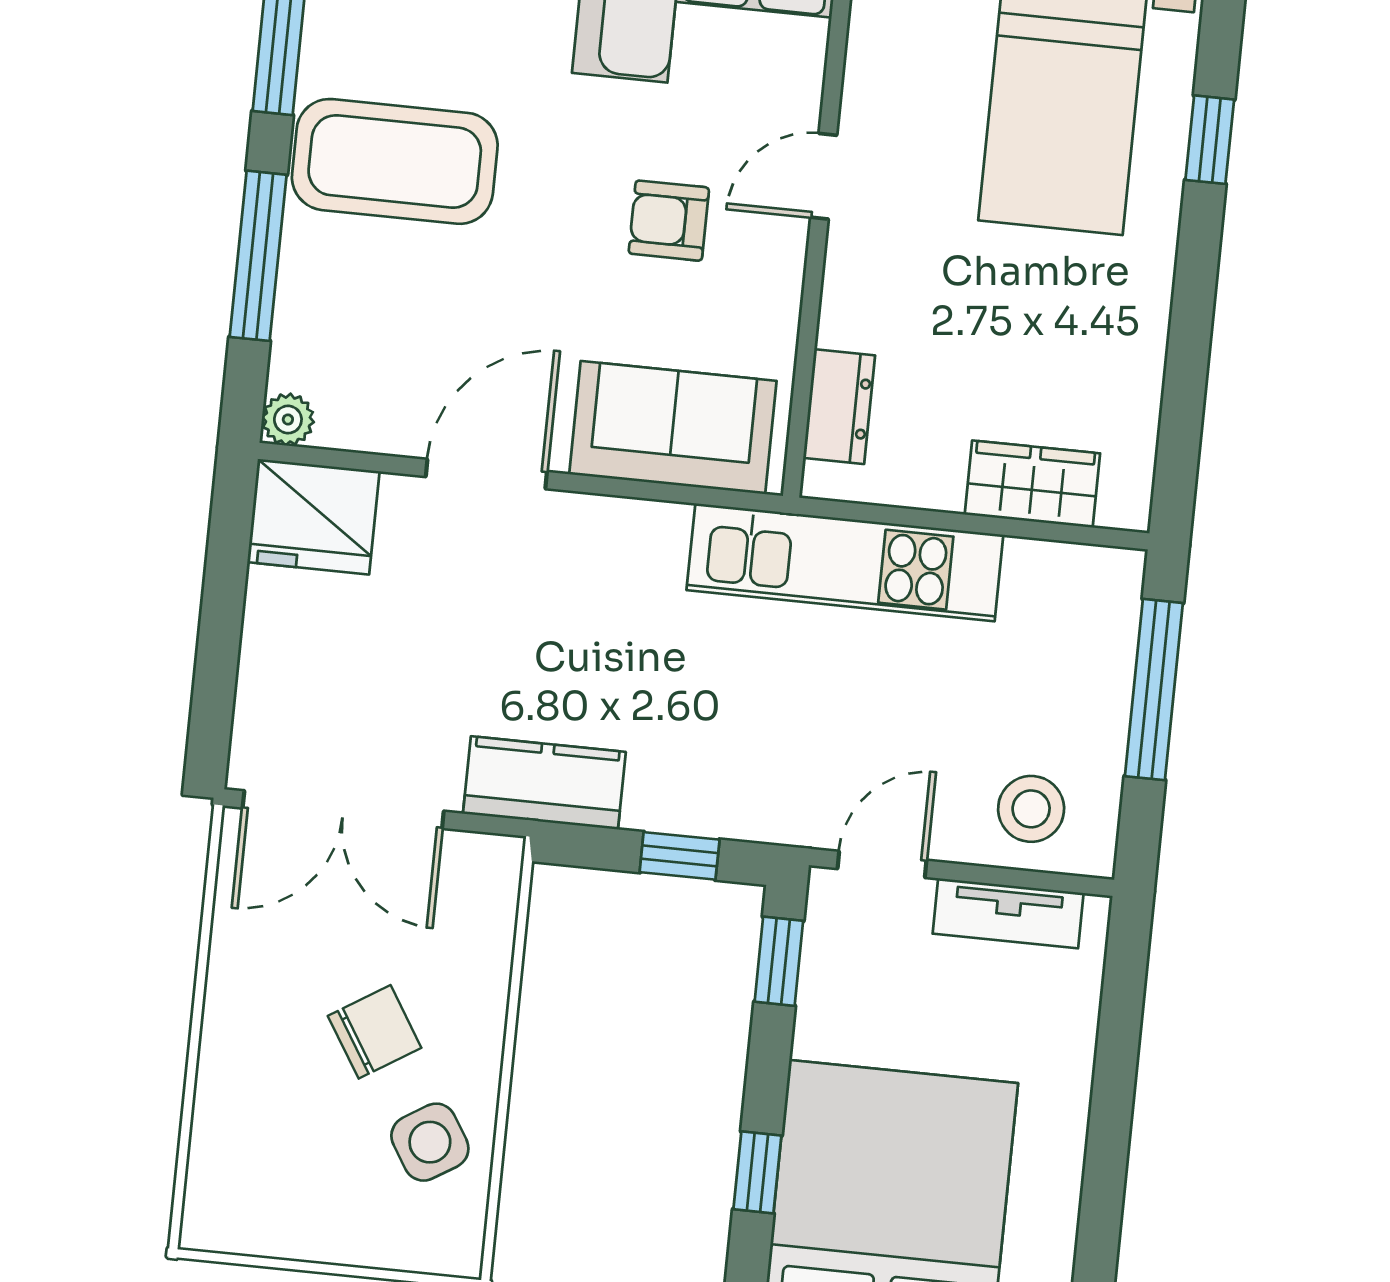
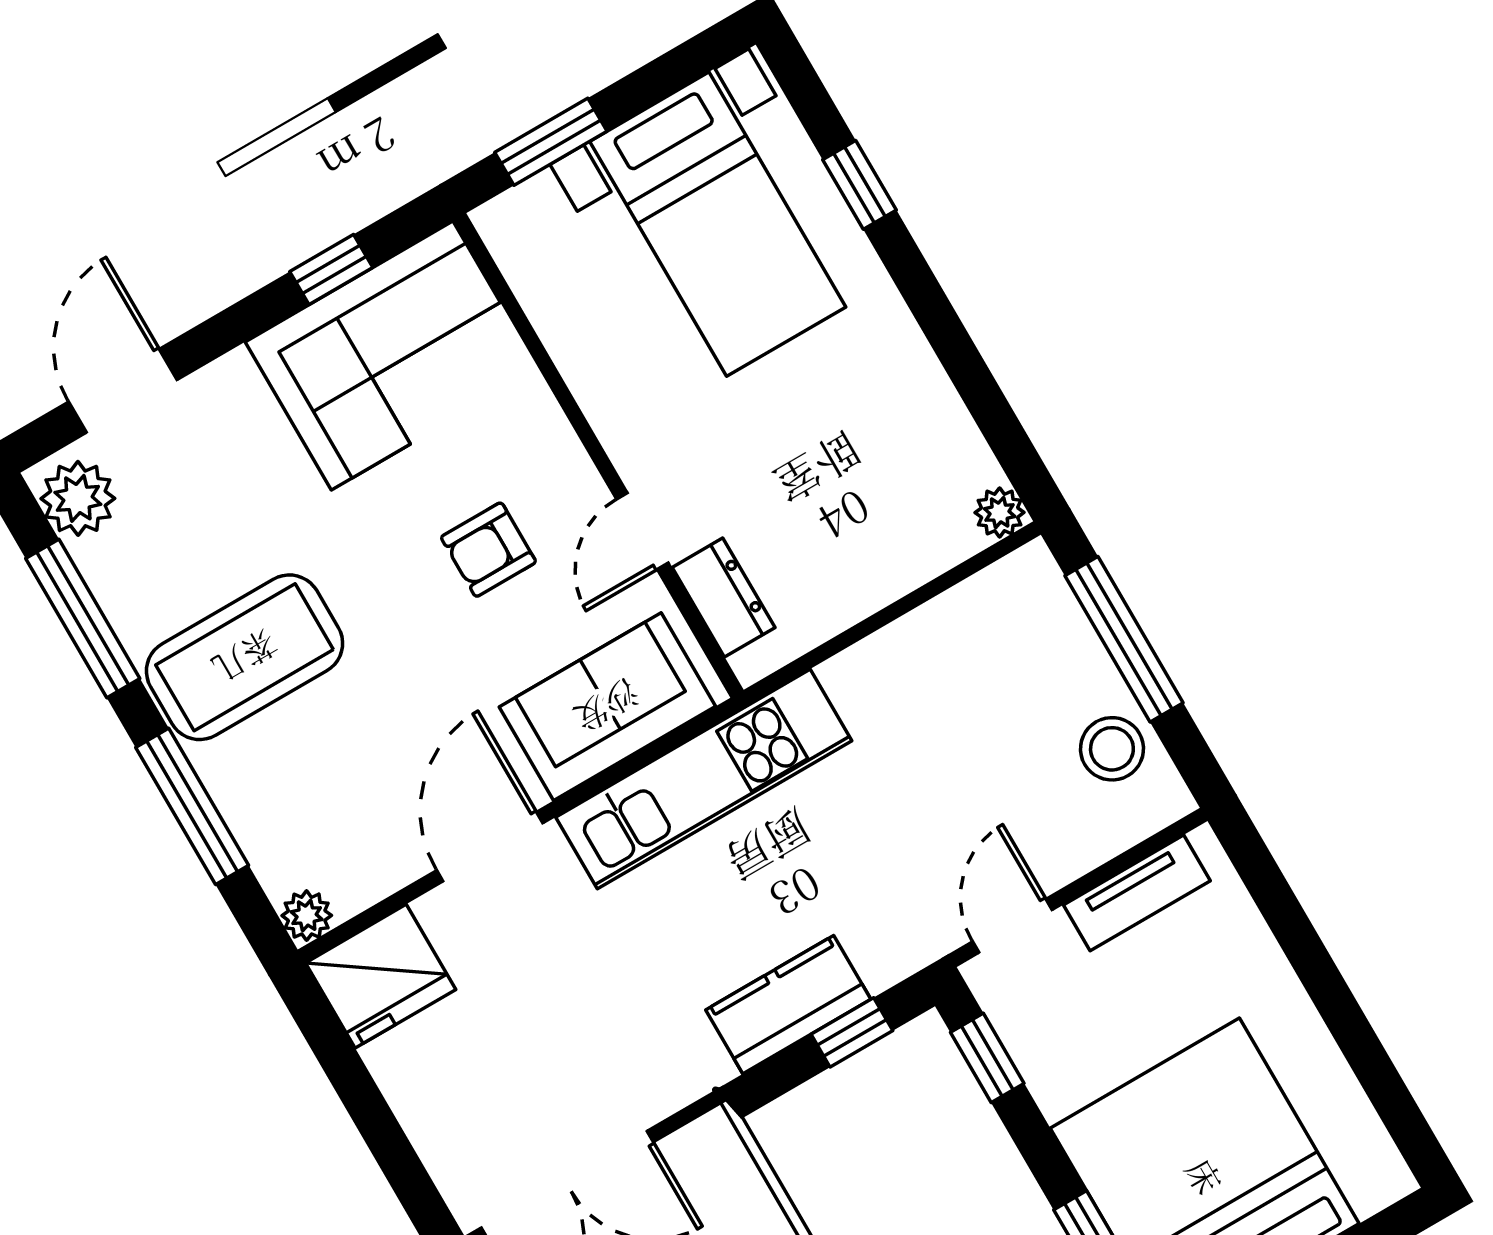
door: (824, 176) -> (642, 531), moved
wardrobe: (1032, 484) -> (916, 549), removed
plant: (1126, 505) -> (1000, 513), added
kitchen unit: (845, 562) -> (704, 779), moved
kitchen counter: (544, 783) -> (788, 1005), moved
stool: (1031, 809) -> (1112, 749), moved

